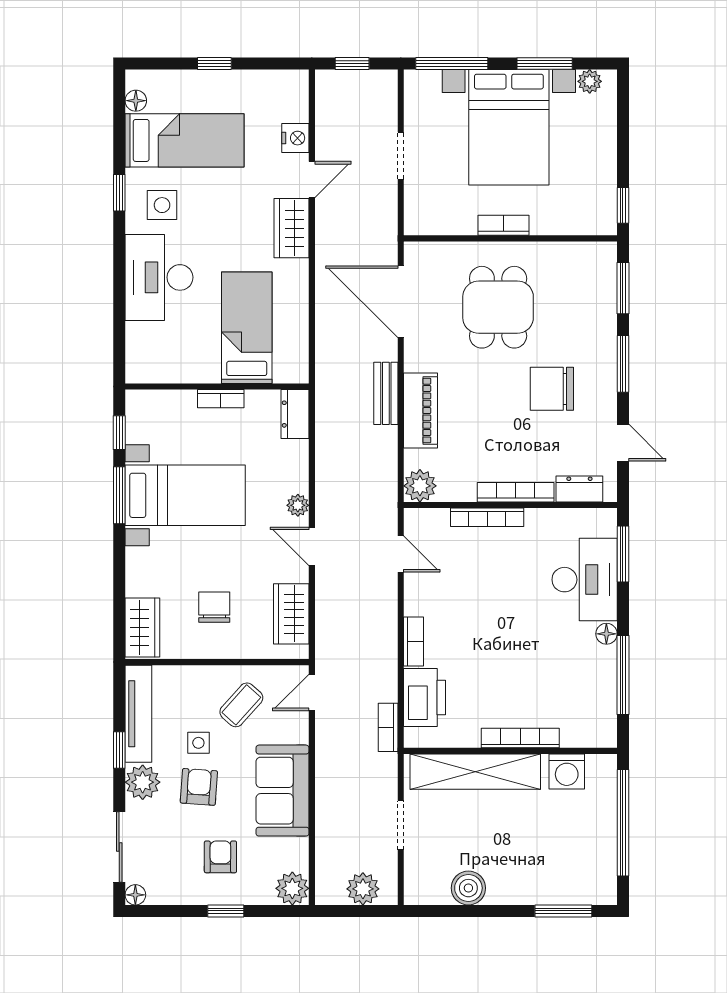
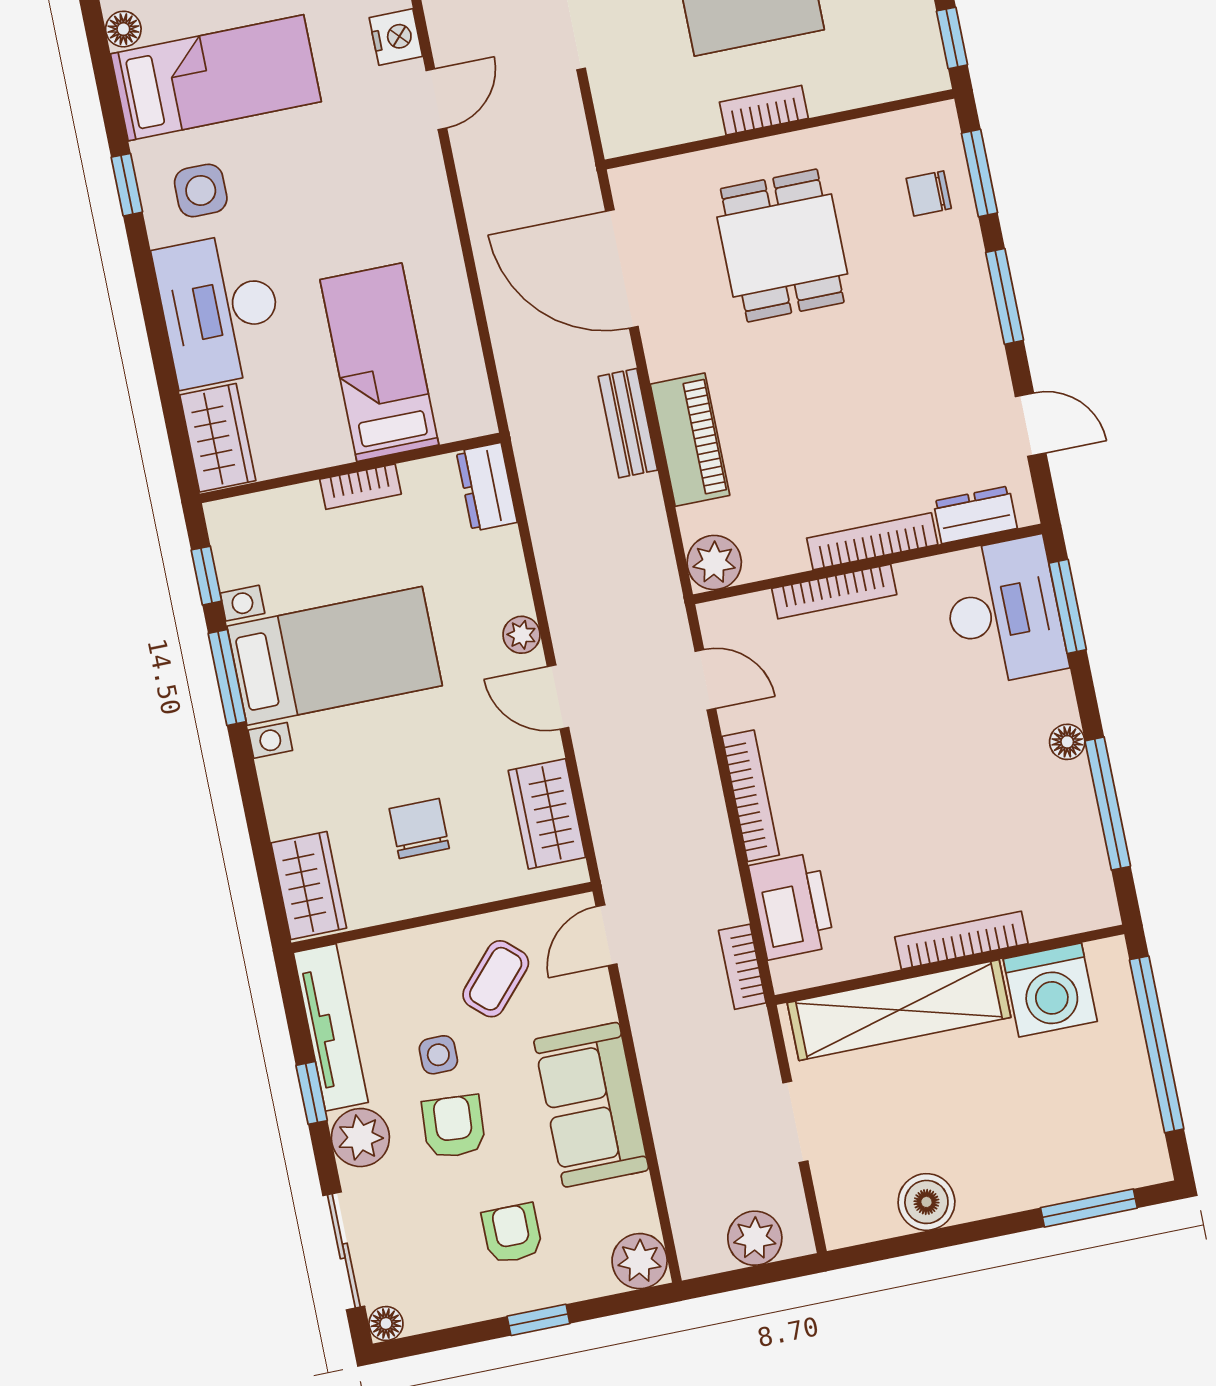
wardrobe: (292, 228) -> (218, 438), moved, turned 180
chair: (552, 389) -> (929, 193), moved, width x0.54, depth x0.54
desk: (585, 580) -> (1004, 611), moved
bookcase: (414, 641) -> (751, 796), width x1.56
washing machine: (567, 771) -> (1050, 990), width x1.37, depth x1.37

